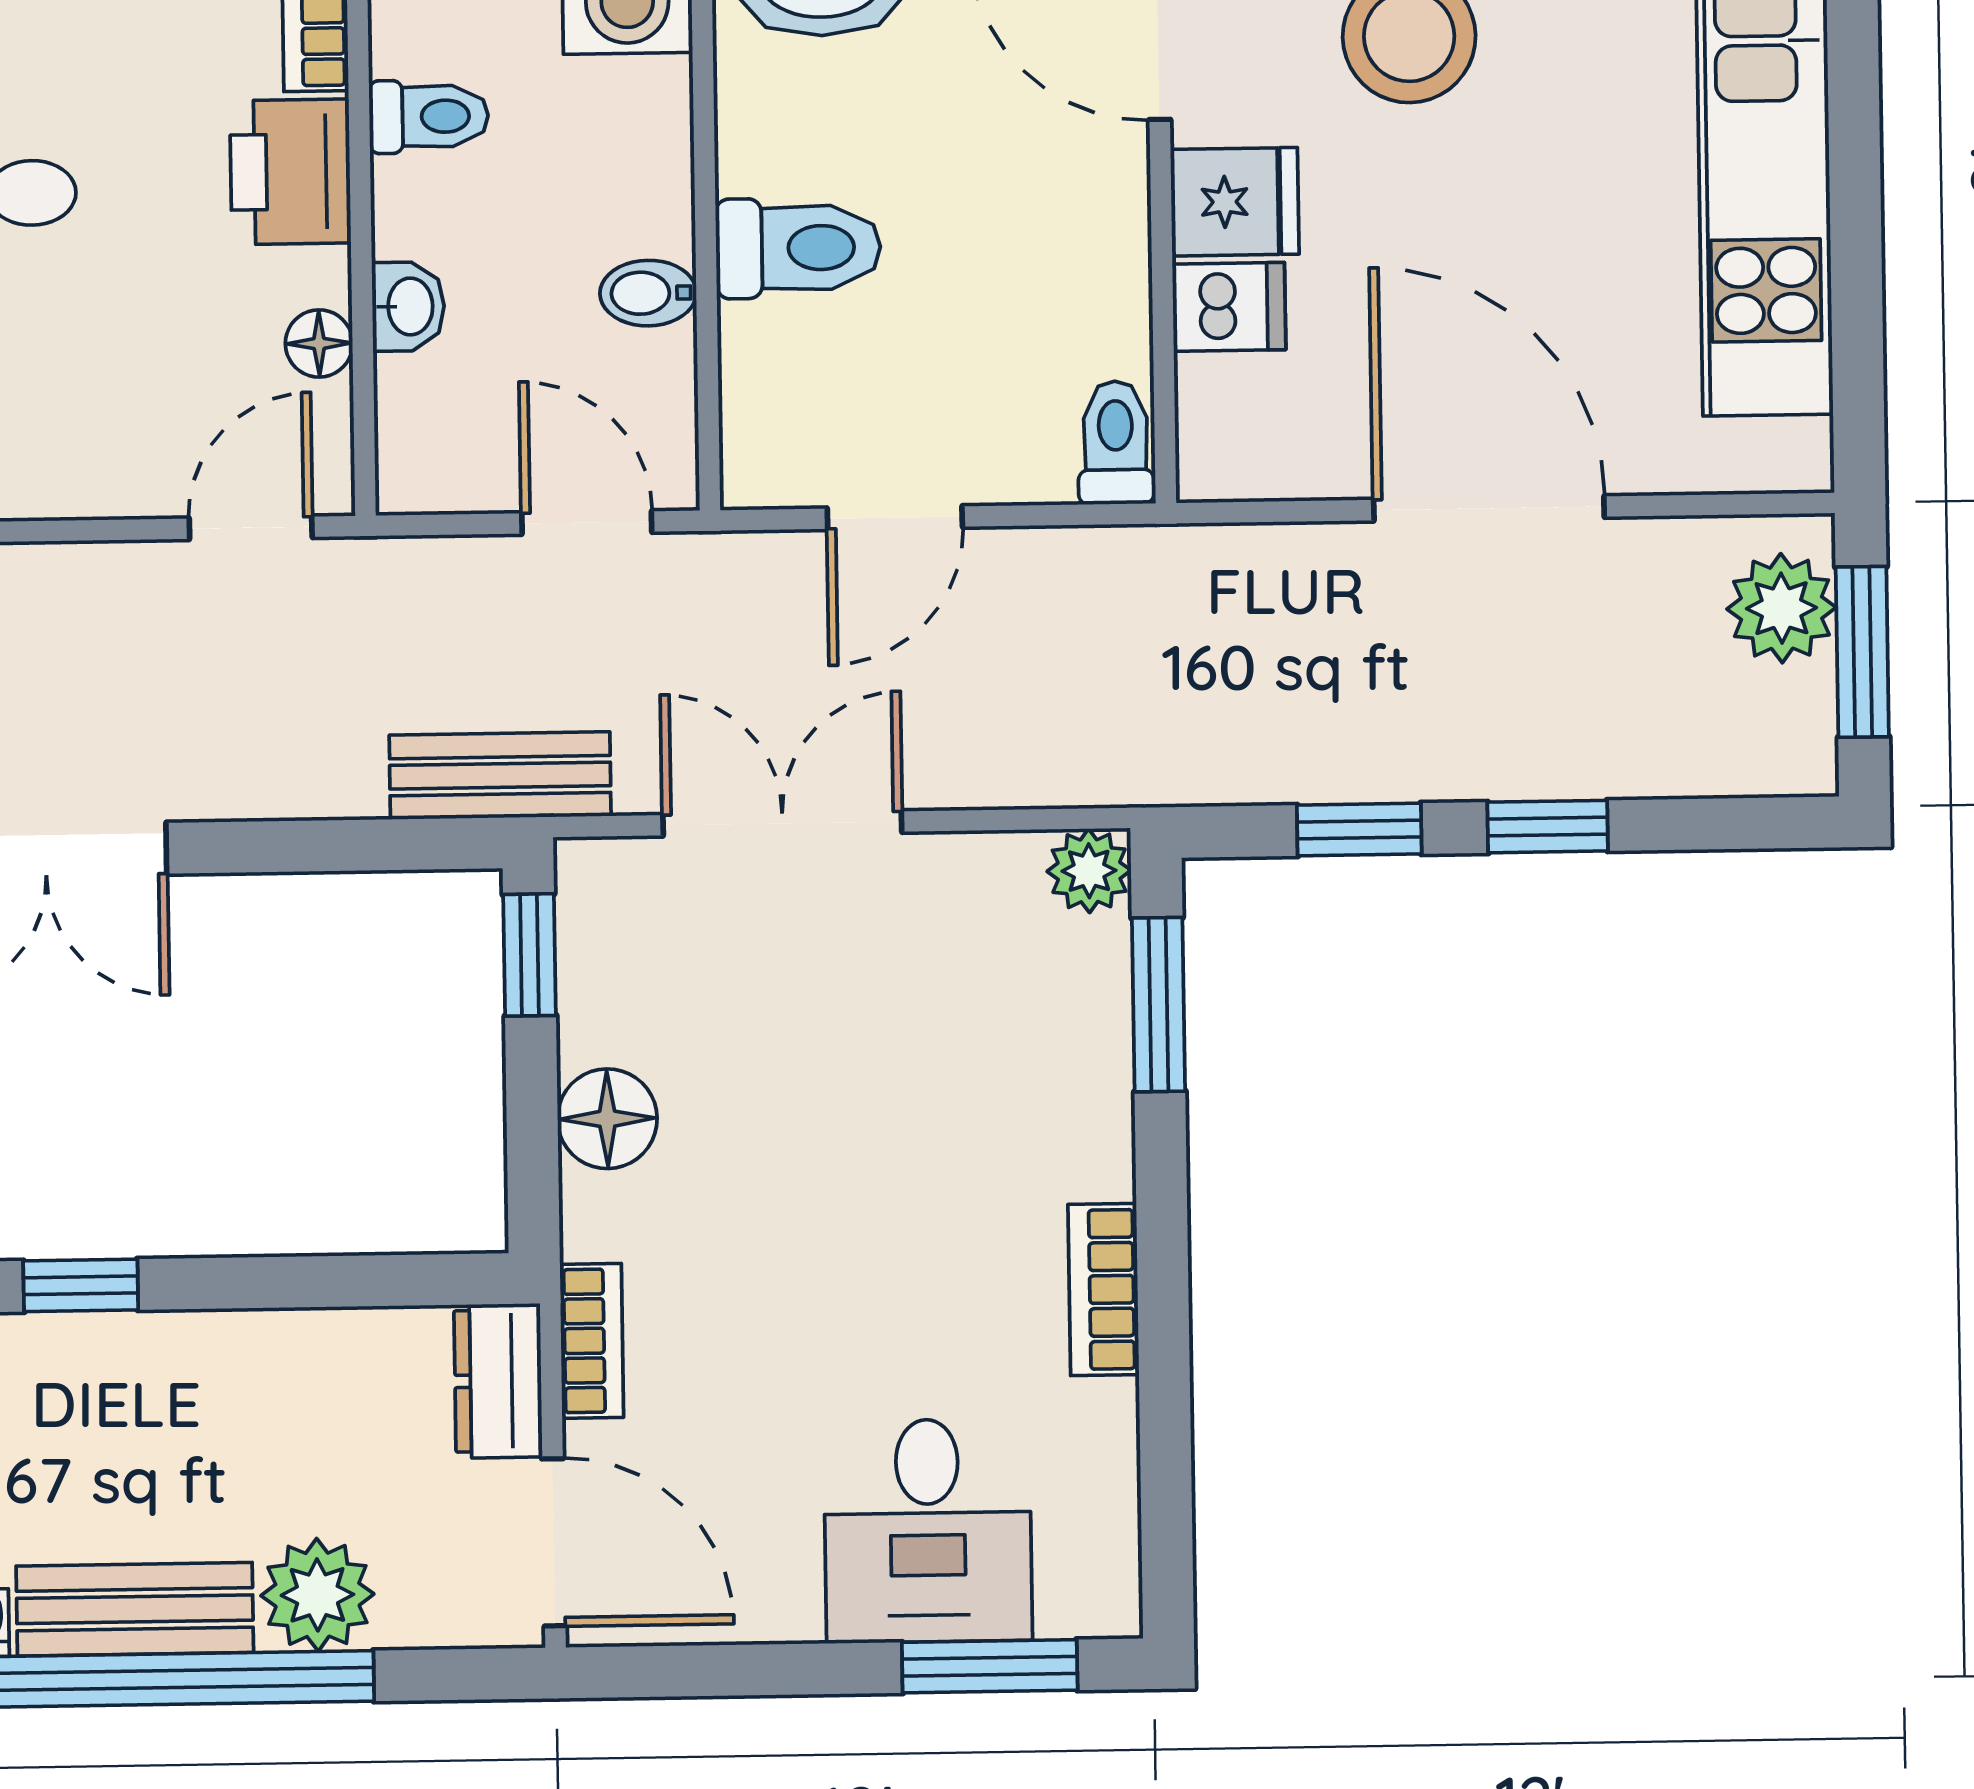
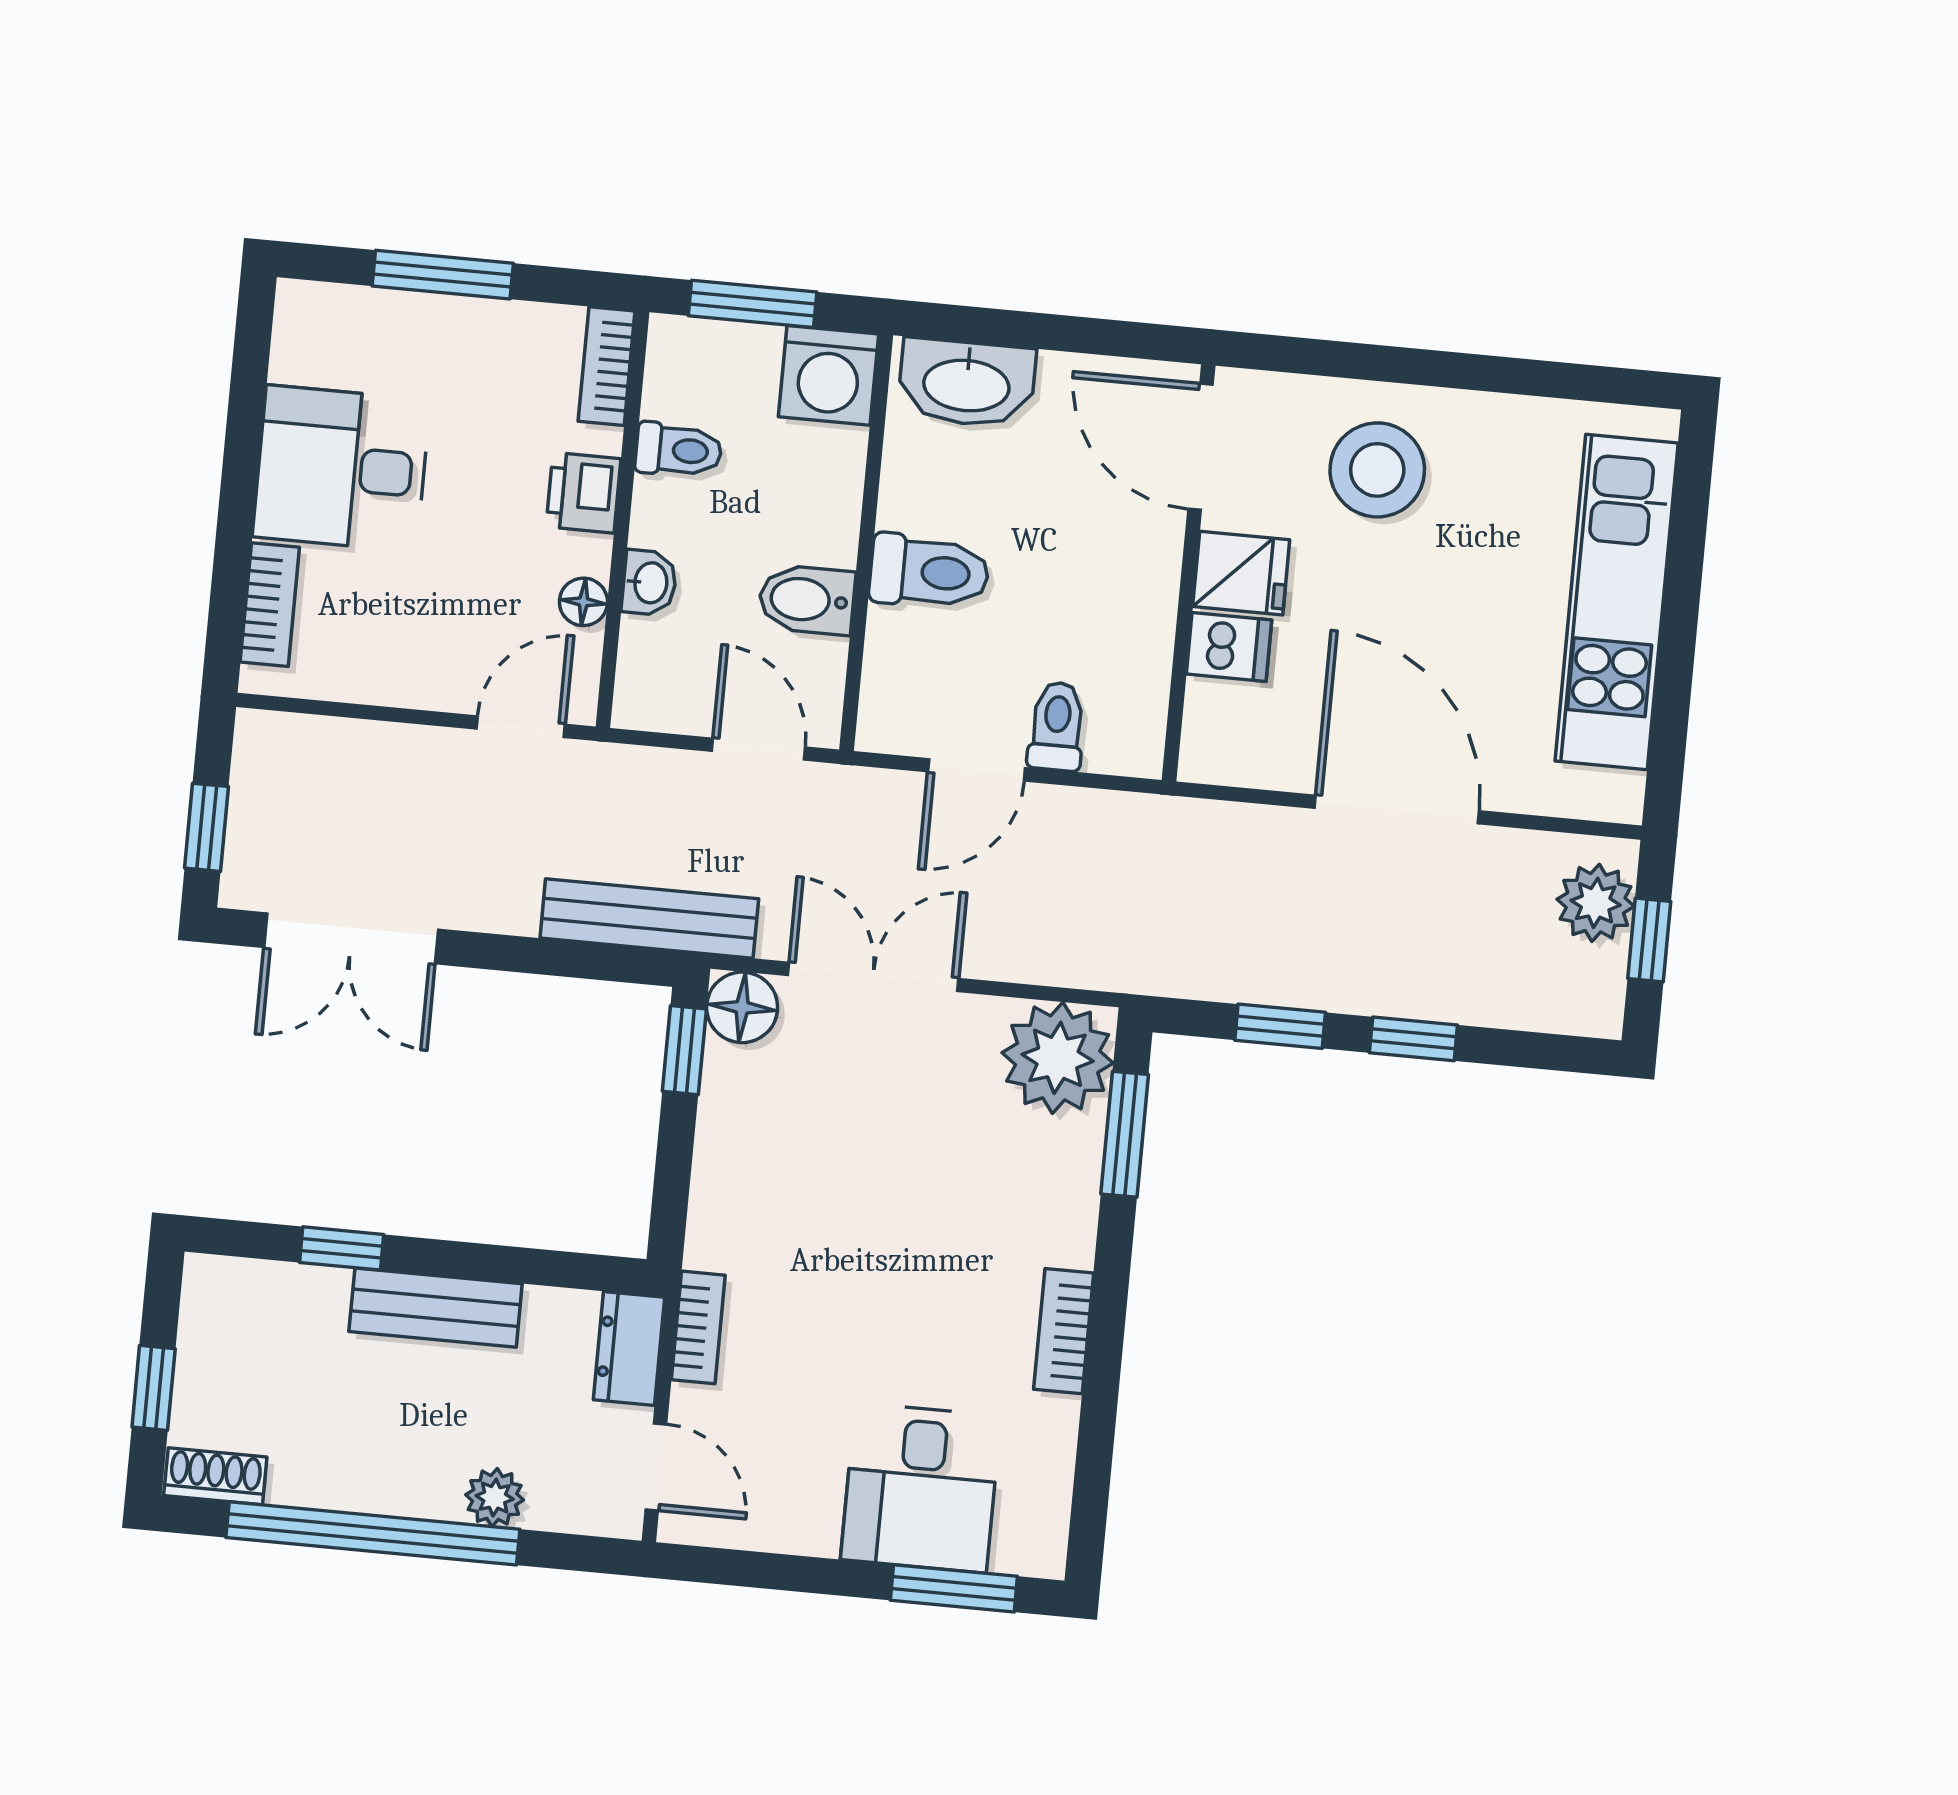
printer: (290, 172) -> (583, 493), width x0.73, depth x0.81
bidet: (648, 293) -> (807, 600), width x1.38, depth x1.36
toilet: (1116, 443) -> (1057, 726), moved
window: (1862, 652) -> (1649, 940), width x0.67
bench: (500, 776) -> (649, 918), width x1.36
plant: (1089, 871) -> (1058, 1058), width x1.87, depth x1.87
floor lamp: (607, 1119) -> (742, 1007), moved
door: (554, 1542) -> (656, 1467), width x0.73
plant: (317, 1595) -> (495, 1497), width x0.73, depth x0.73
bench: (135, 1609) -> (436, 1308), moved

